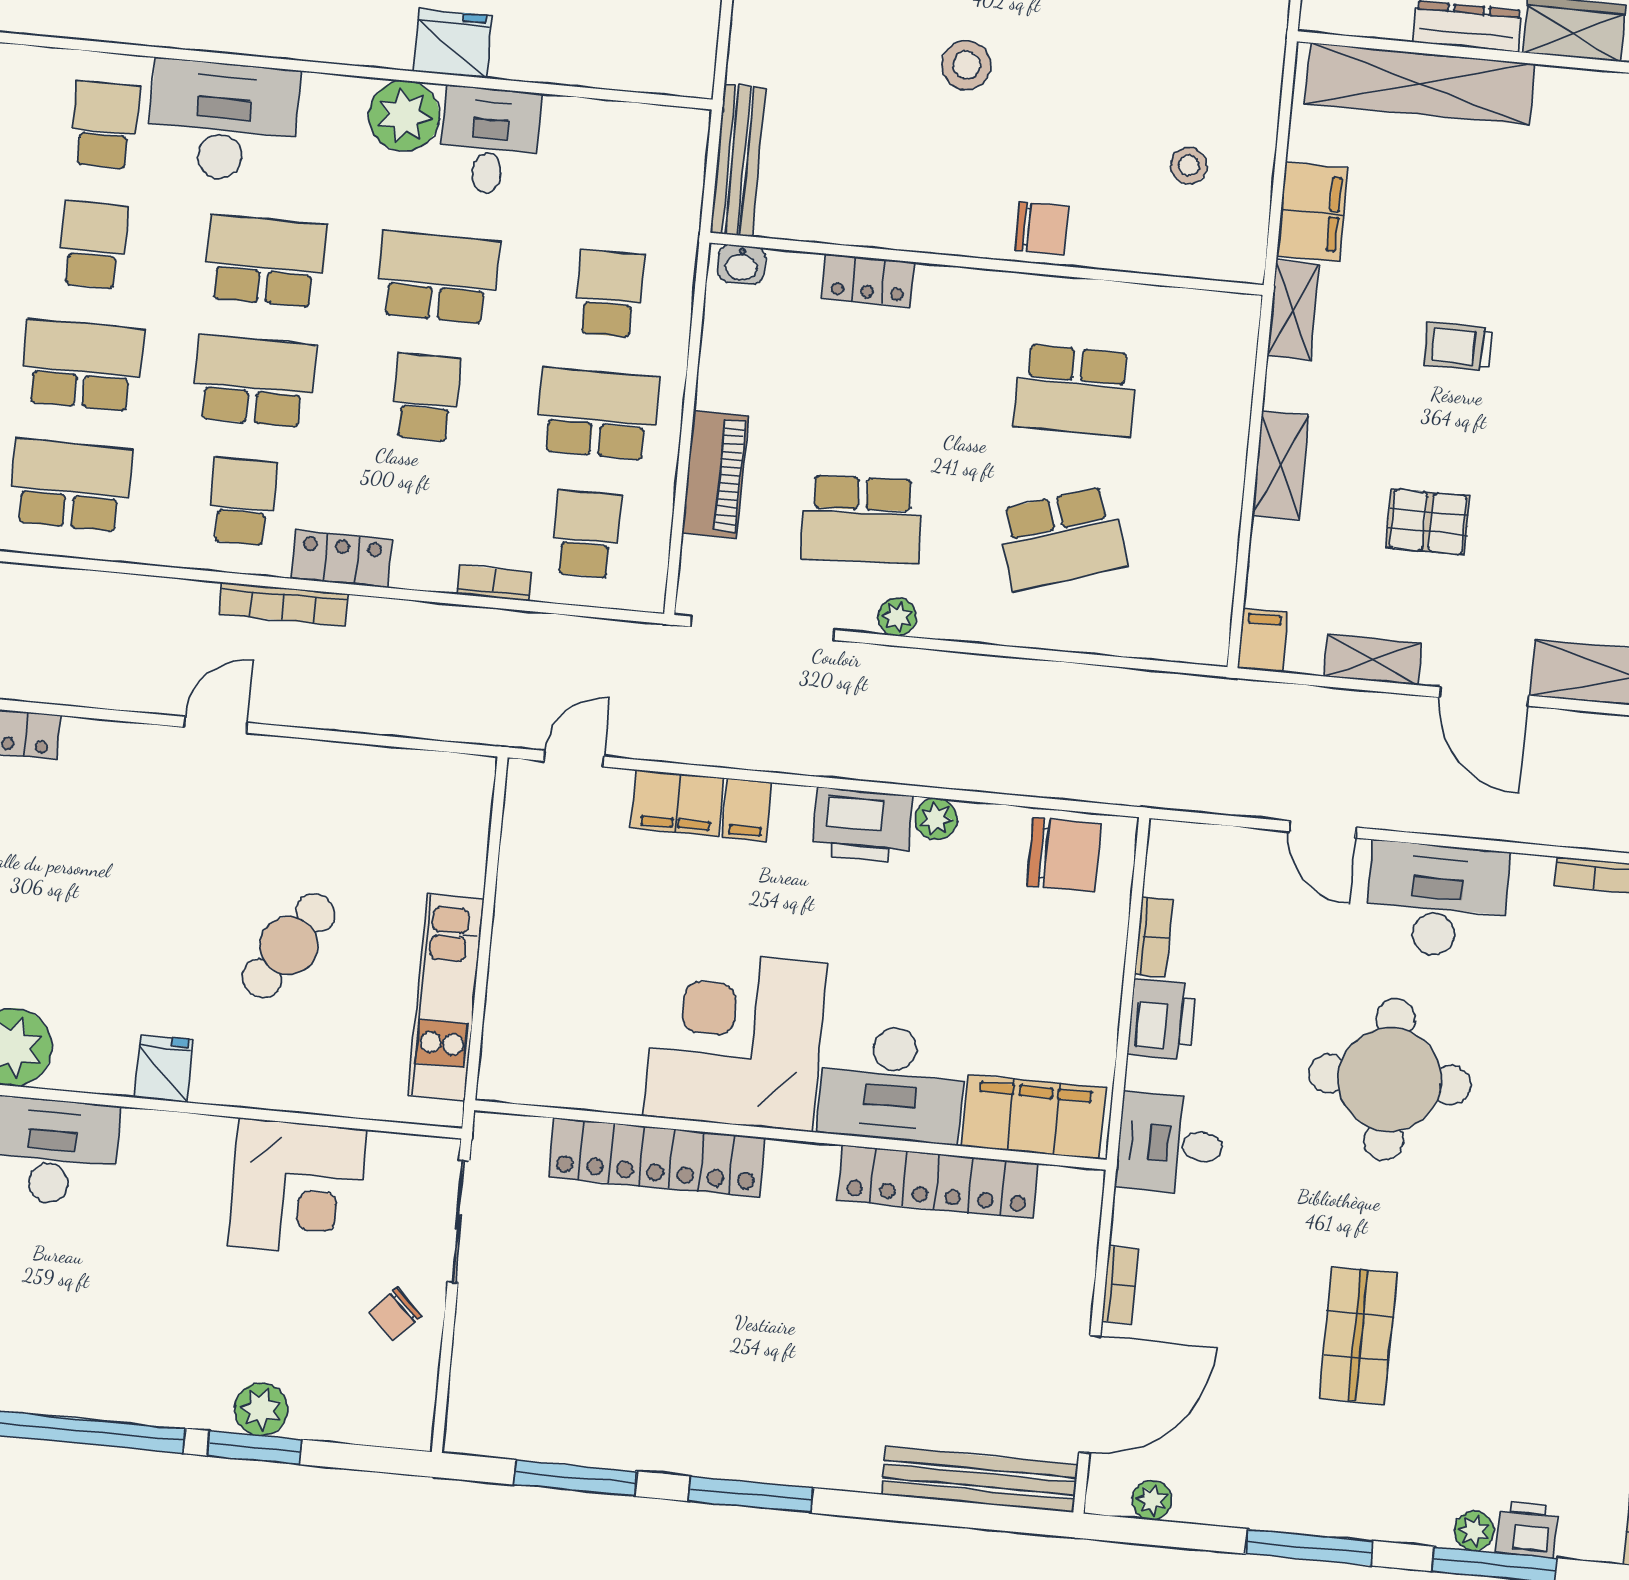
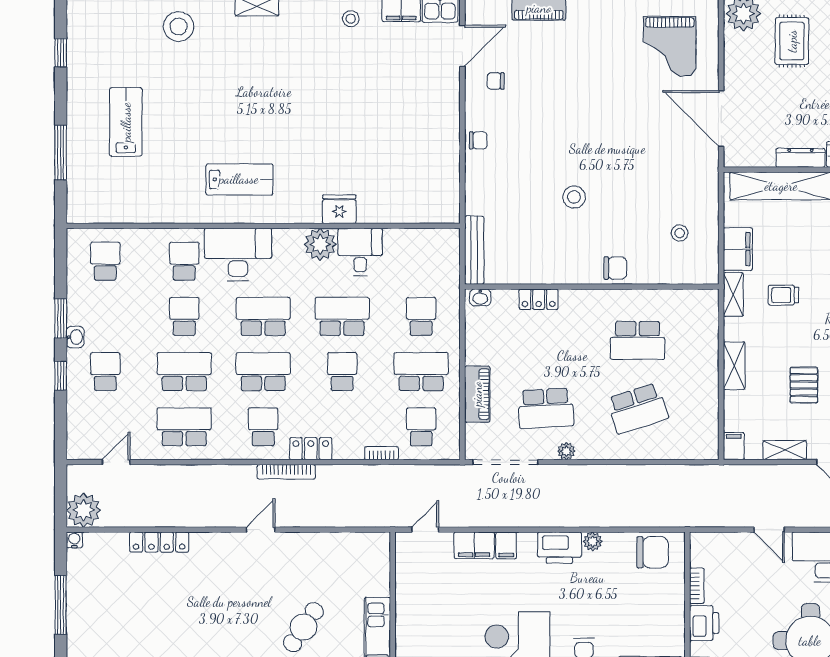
trolley: (1458, 347) -> (783, 295), moved
pallet: (1428, 522) -> (804, 385), turned 90

